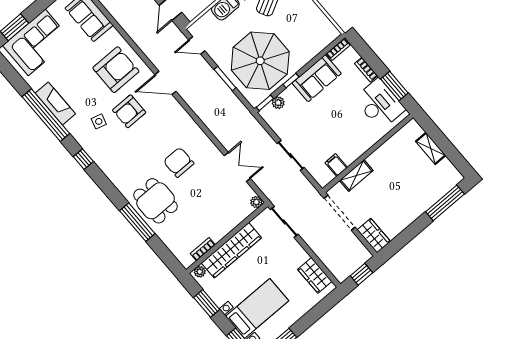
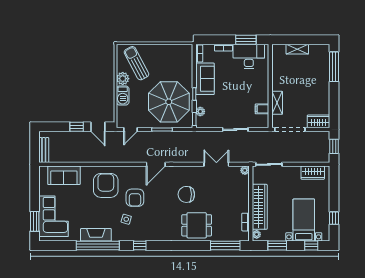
door: (165, 83) -> (156, 164), moved
window: (137, 222) -> (225, 245), moved

